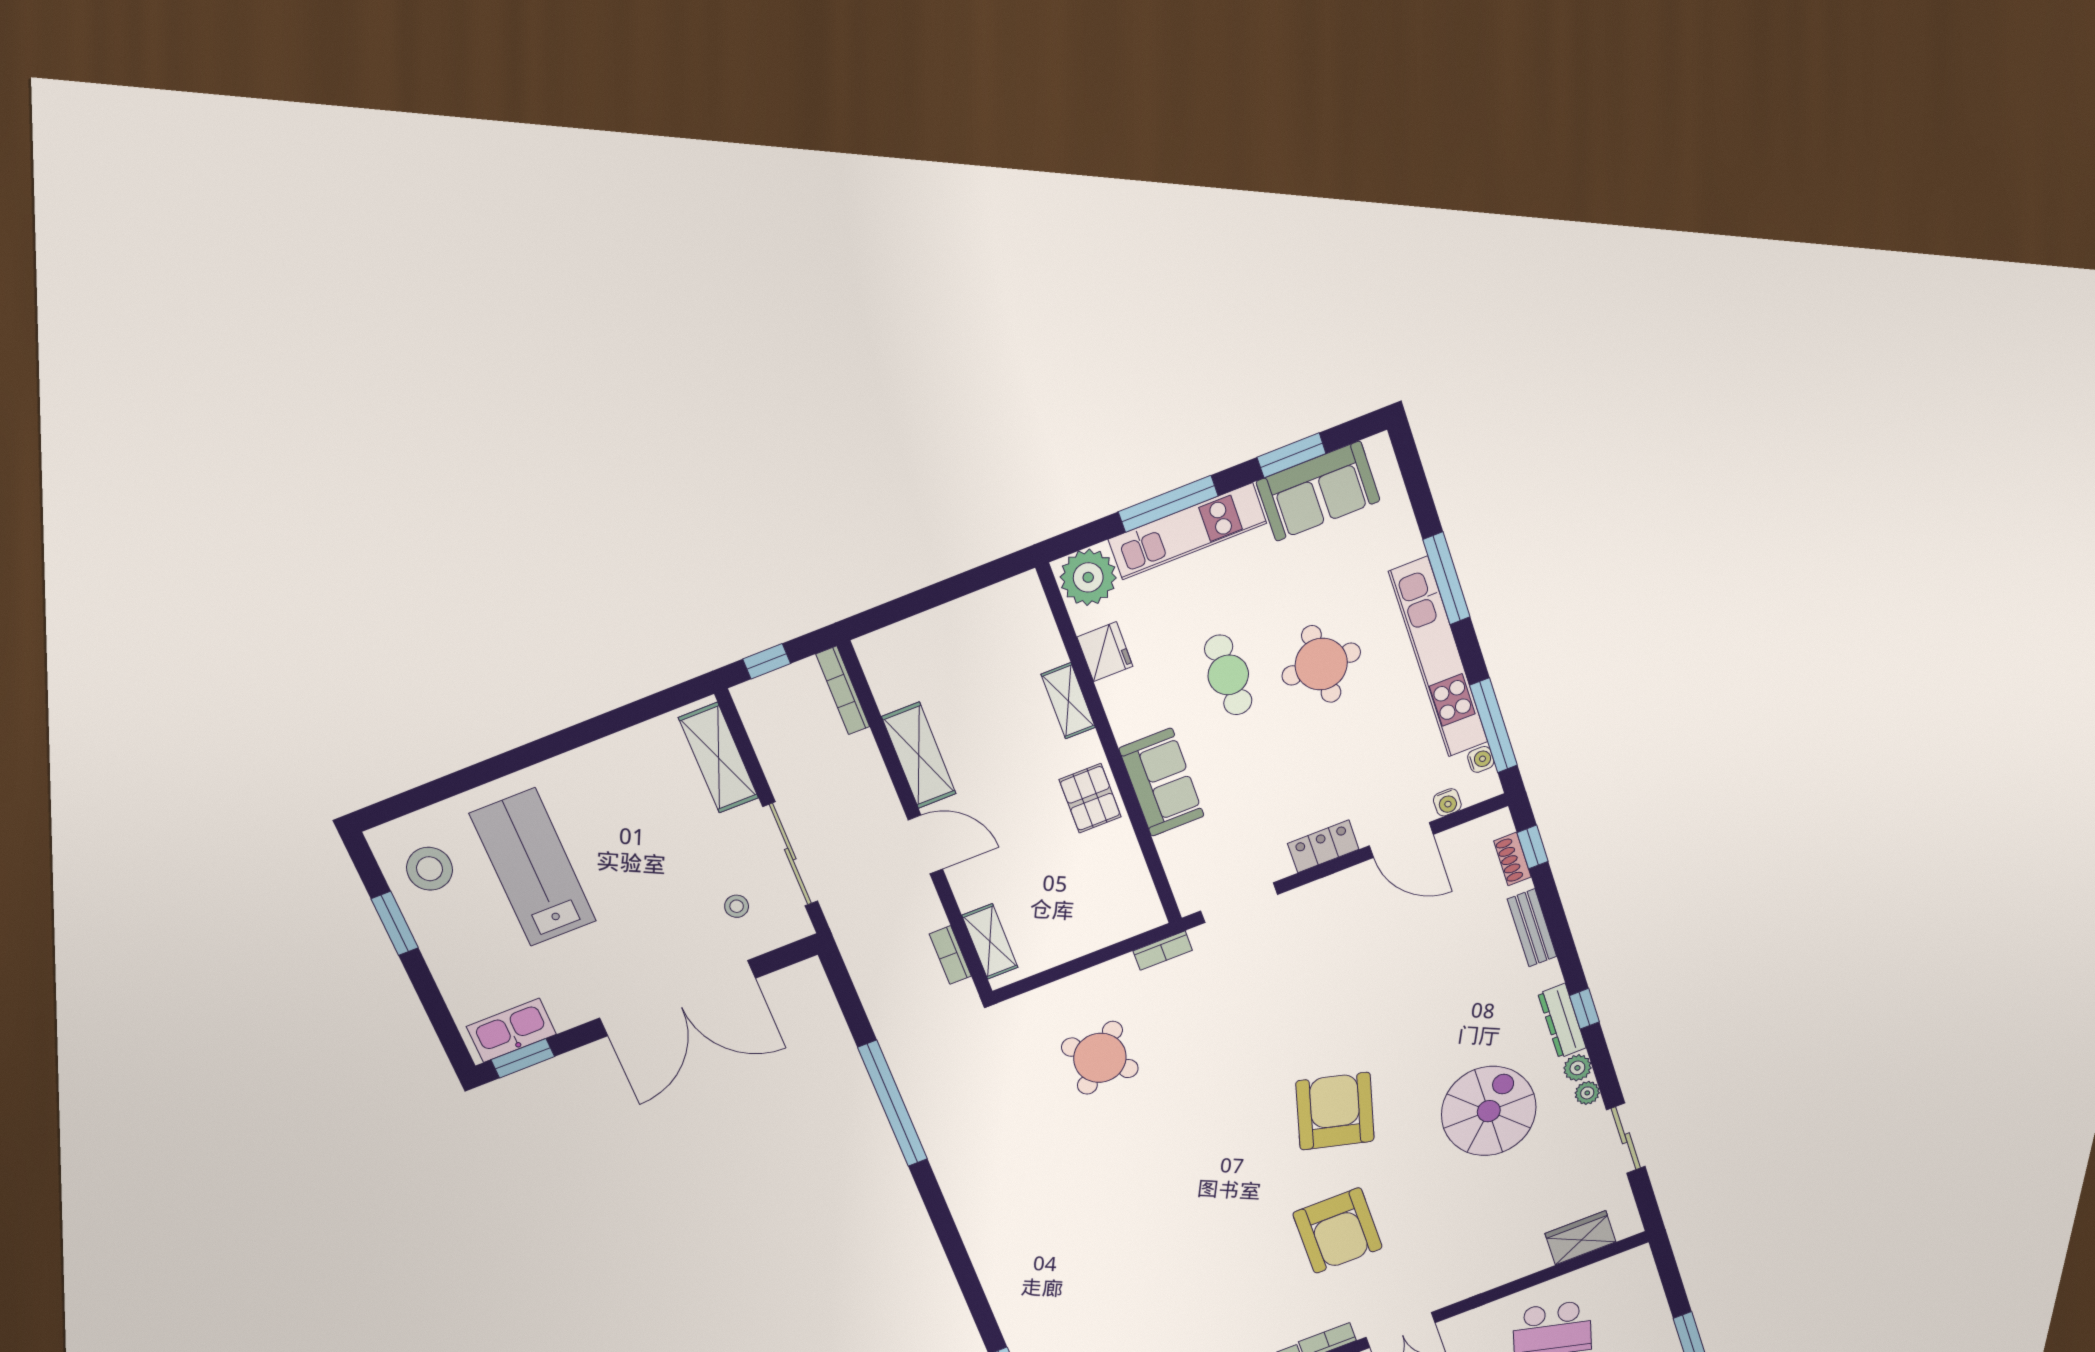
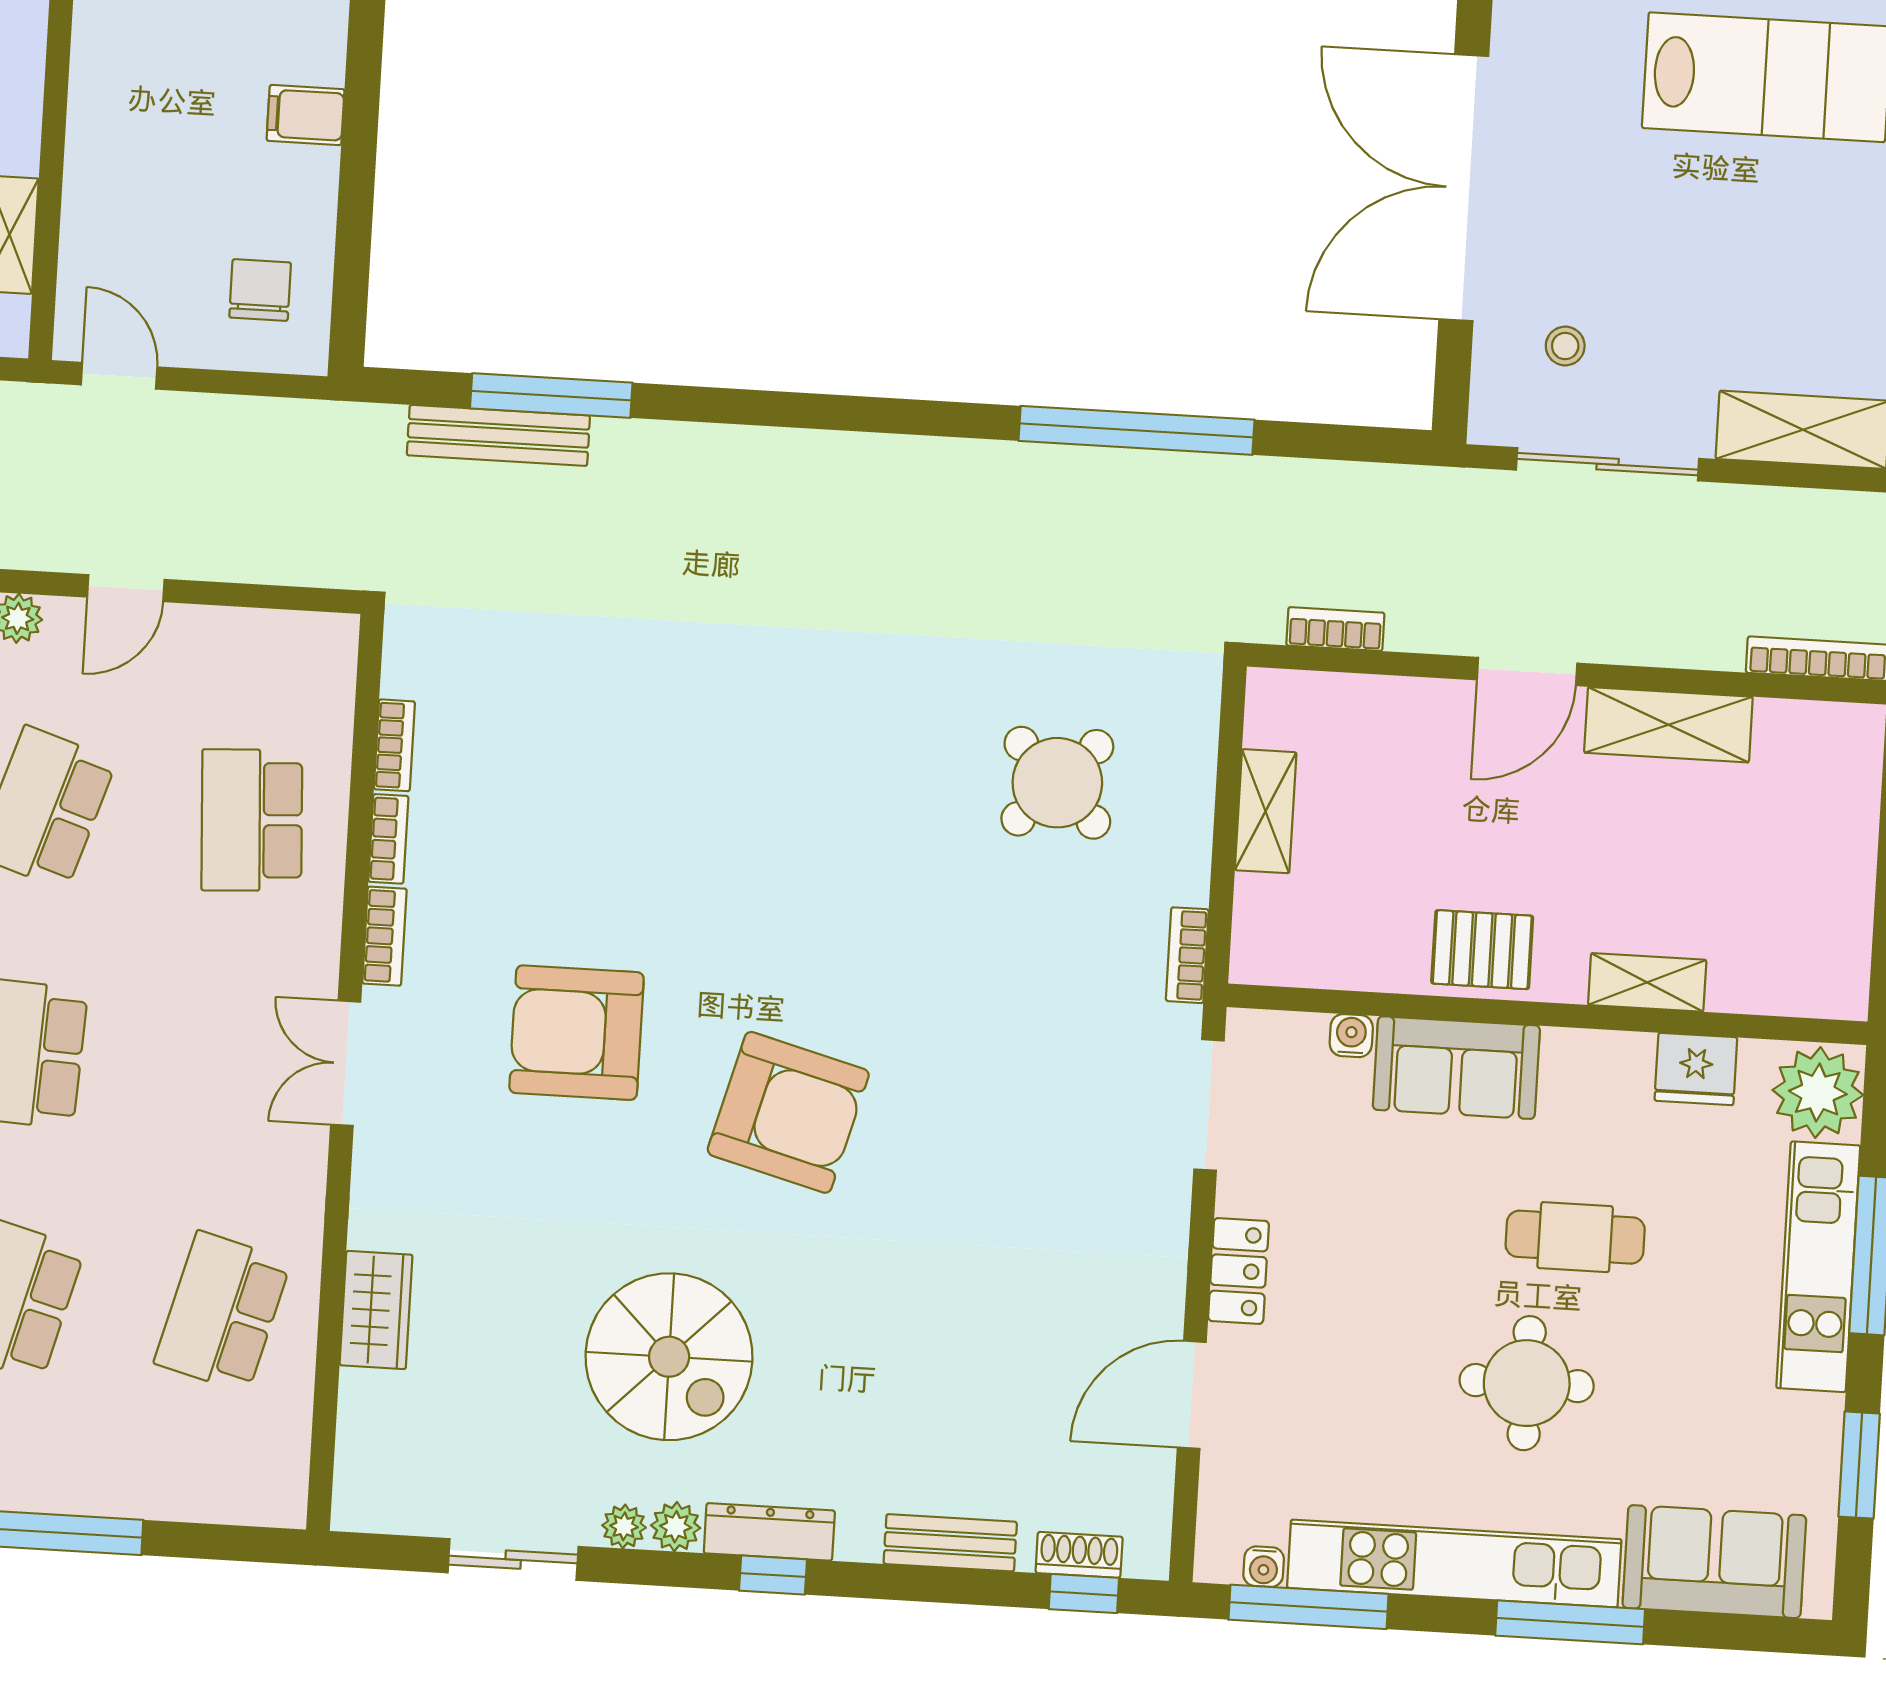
sofa: (1318, 491) -> (1714, 1562), moved, turned 90
water cooler: (1447, 802) -> (1351, 1036), moved, turned 90
shelving: (990, 941) -> (1266, 811), moved, turned 90
wardrobe: (1580, 1238) -> (376, 1310), moved

